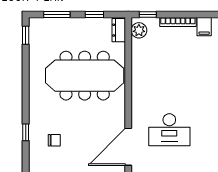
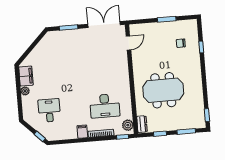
meeting table: (85, 76) -> (163, 90), width x0.73
desk: (169, 130) -> (105, 106), moved, turned 180
door: (128, 147) -> (128, 43), width x0.53

